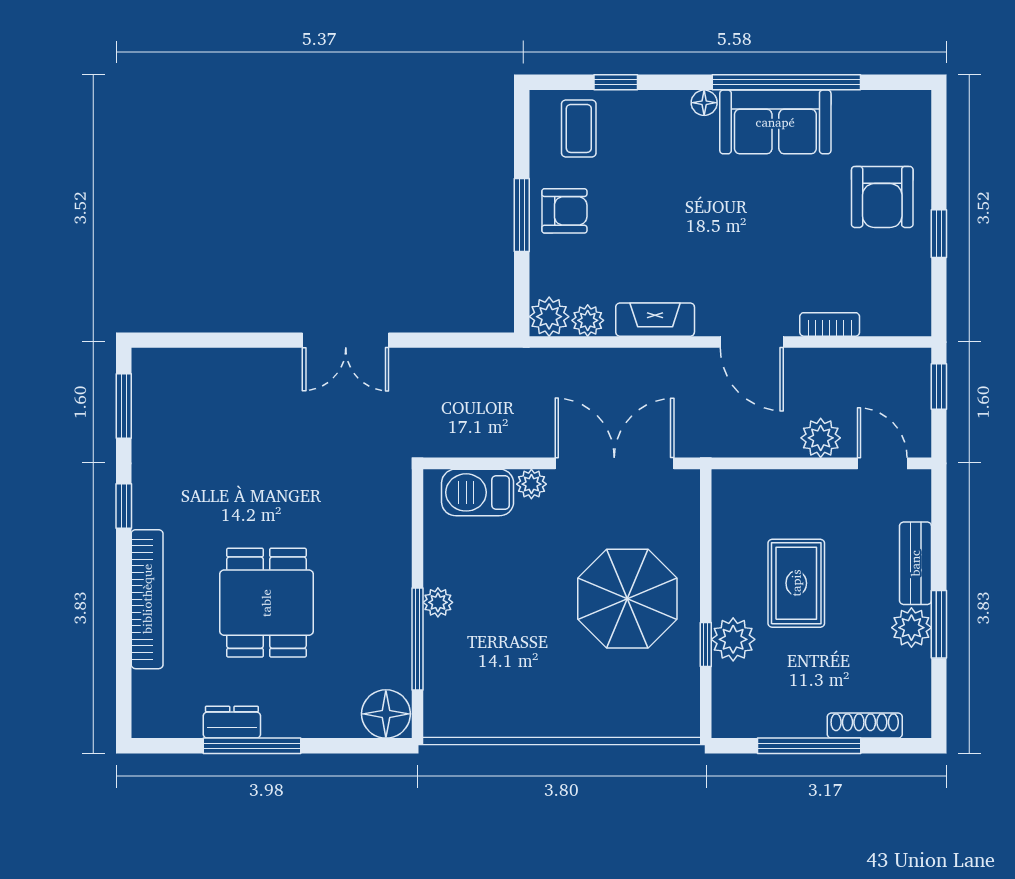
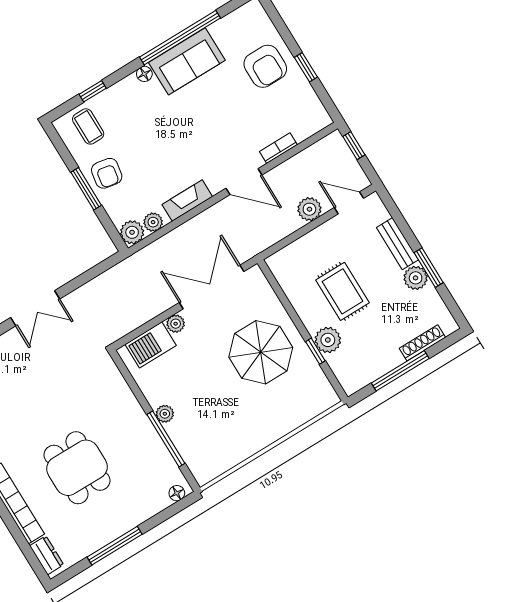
armchair: (564, 211) -> (107, 173), turned 100
floor lamp: (386, 714) -> (177, 493), width x0.53, depth x0.53
dresser: (232, 722) -> (47, 555), moved, turned 90

